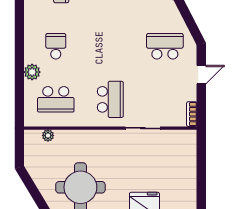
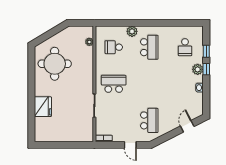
school desk: (56, 46) -> (149, 47), width x1.85
school desk: (56, 99) -> (114, 47), width x0.54
school desk: (110, 99) -> (114, 84), turned 180

